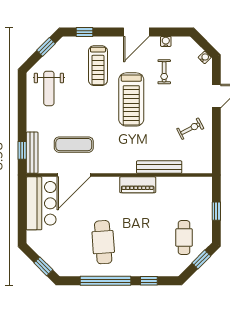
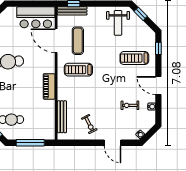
window: (46, 47) -> (141, 14), moved
weight bench: (49, 88) -> (118, 23), turned -90
treadmill: (131, 99) -> (78, 70), moved, width x0.73, depth x0.73
bench: (159, 167) -> (62, 117), moved
window: (216, 211) -> (30, 143), width x2.17

